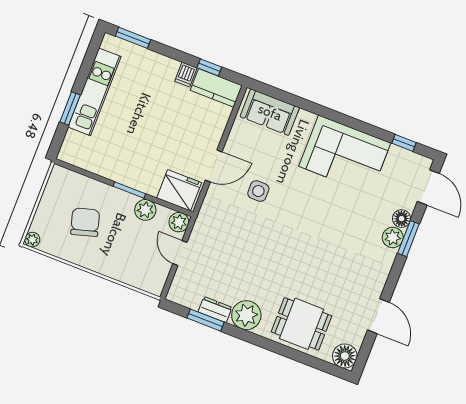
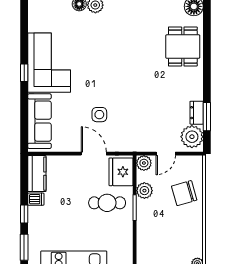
window: (209, 67) -> (24, 214), moved
sofa: (270, 112) -> (39, 121), width x1.36
window: (404, 143) -> (24, 73), moved
cafe table: (148, 159) -> (107, 203), added
chair: (85, 222) -> (184, 193), moved
plant: (246, 315) -> (192, 137), moved

